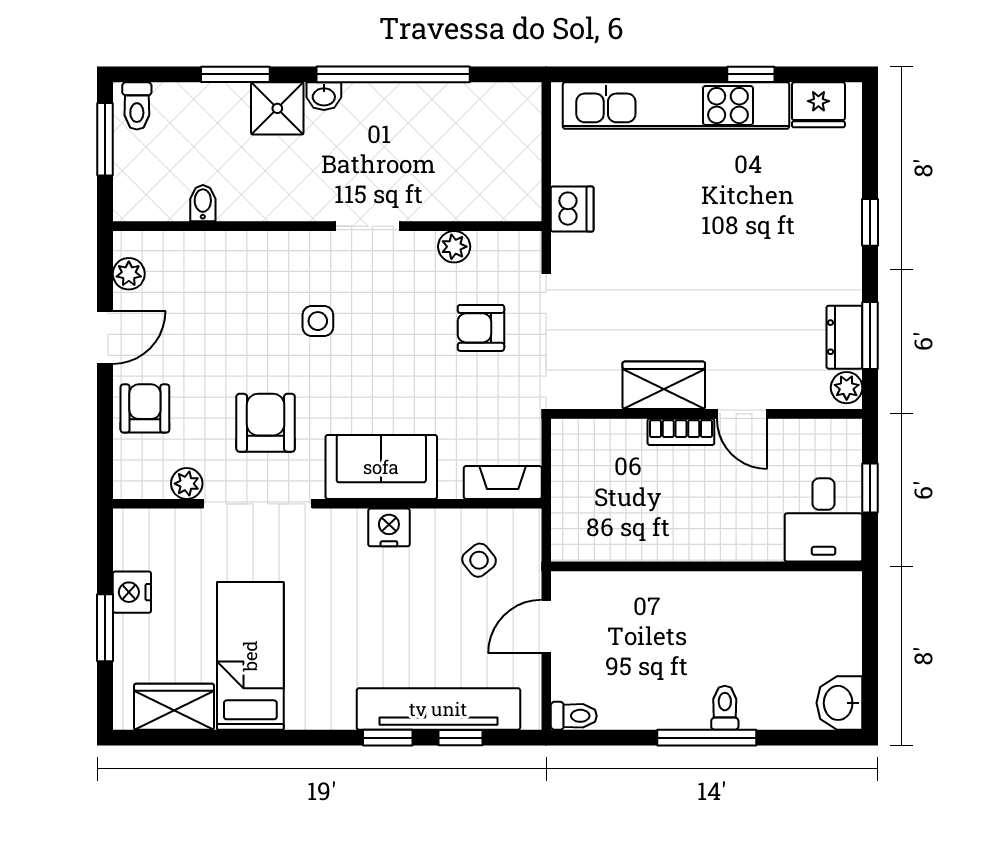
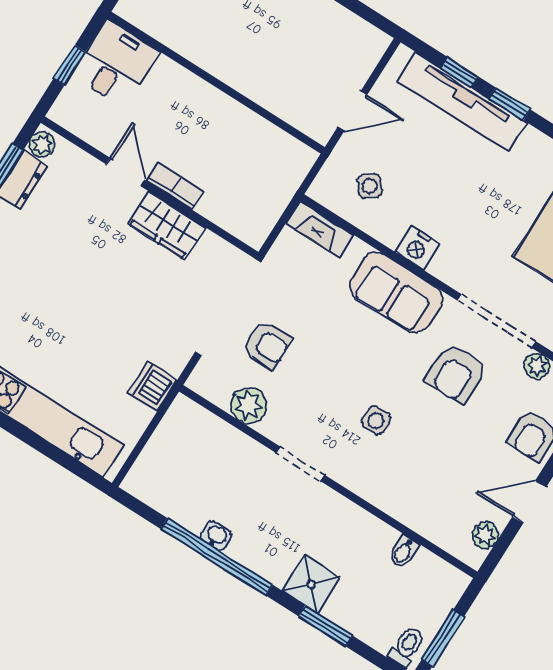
washbasin: (324, 96) -> (216, 536), moved
plant: (454, 247) -> (249, 405), width x1.38, depth x1.38
toilet: (574, 716) -> (372, 38), removed

